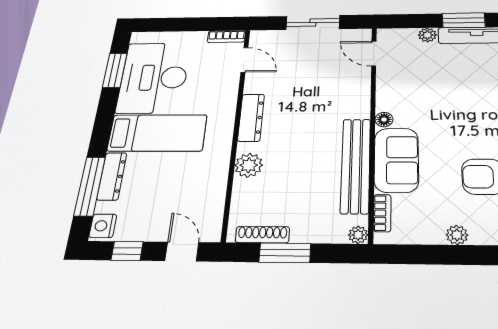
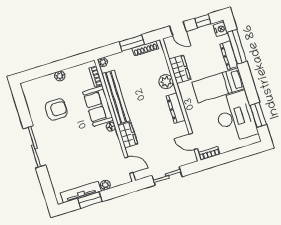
wardrobe: (357, 99) -> (128, 135), added
wardrobe: (213, 179) -> (180, 69), added

